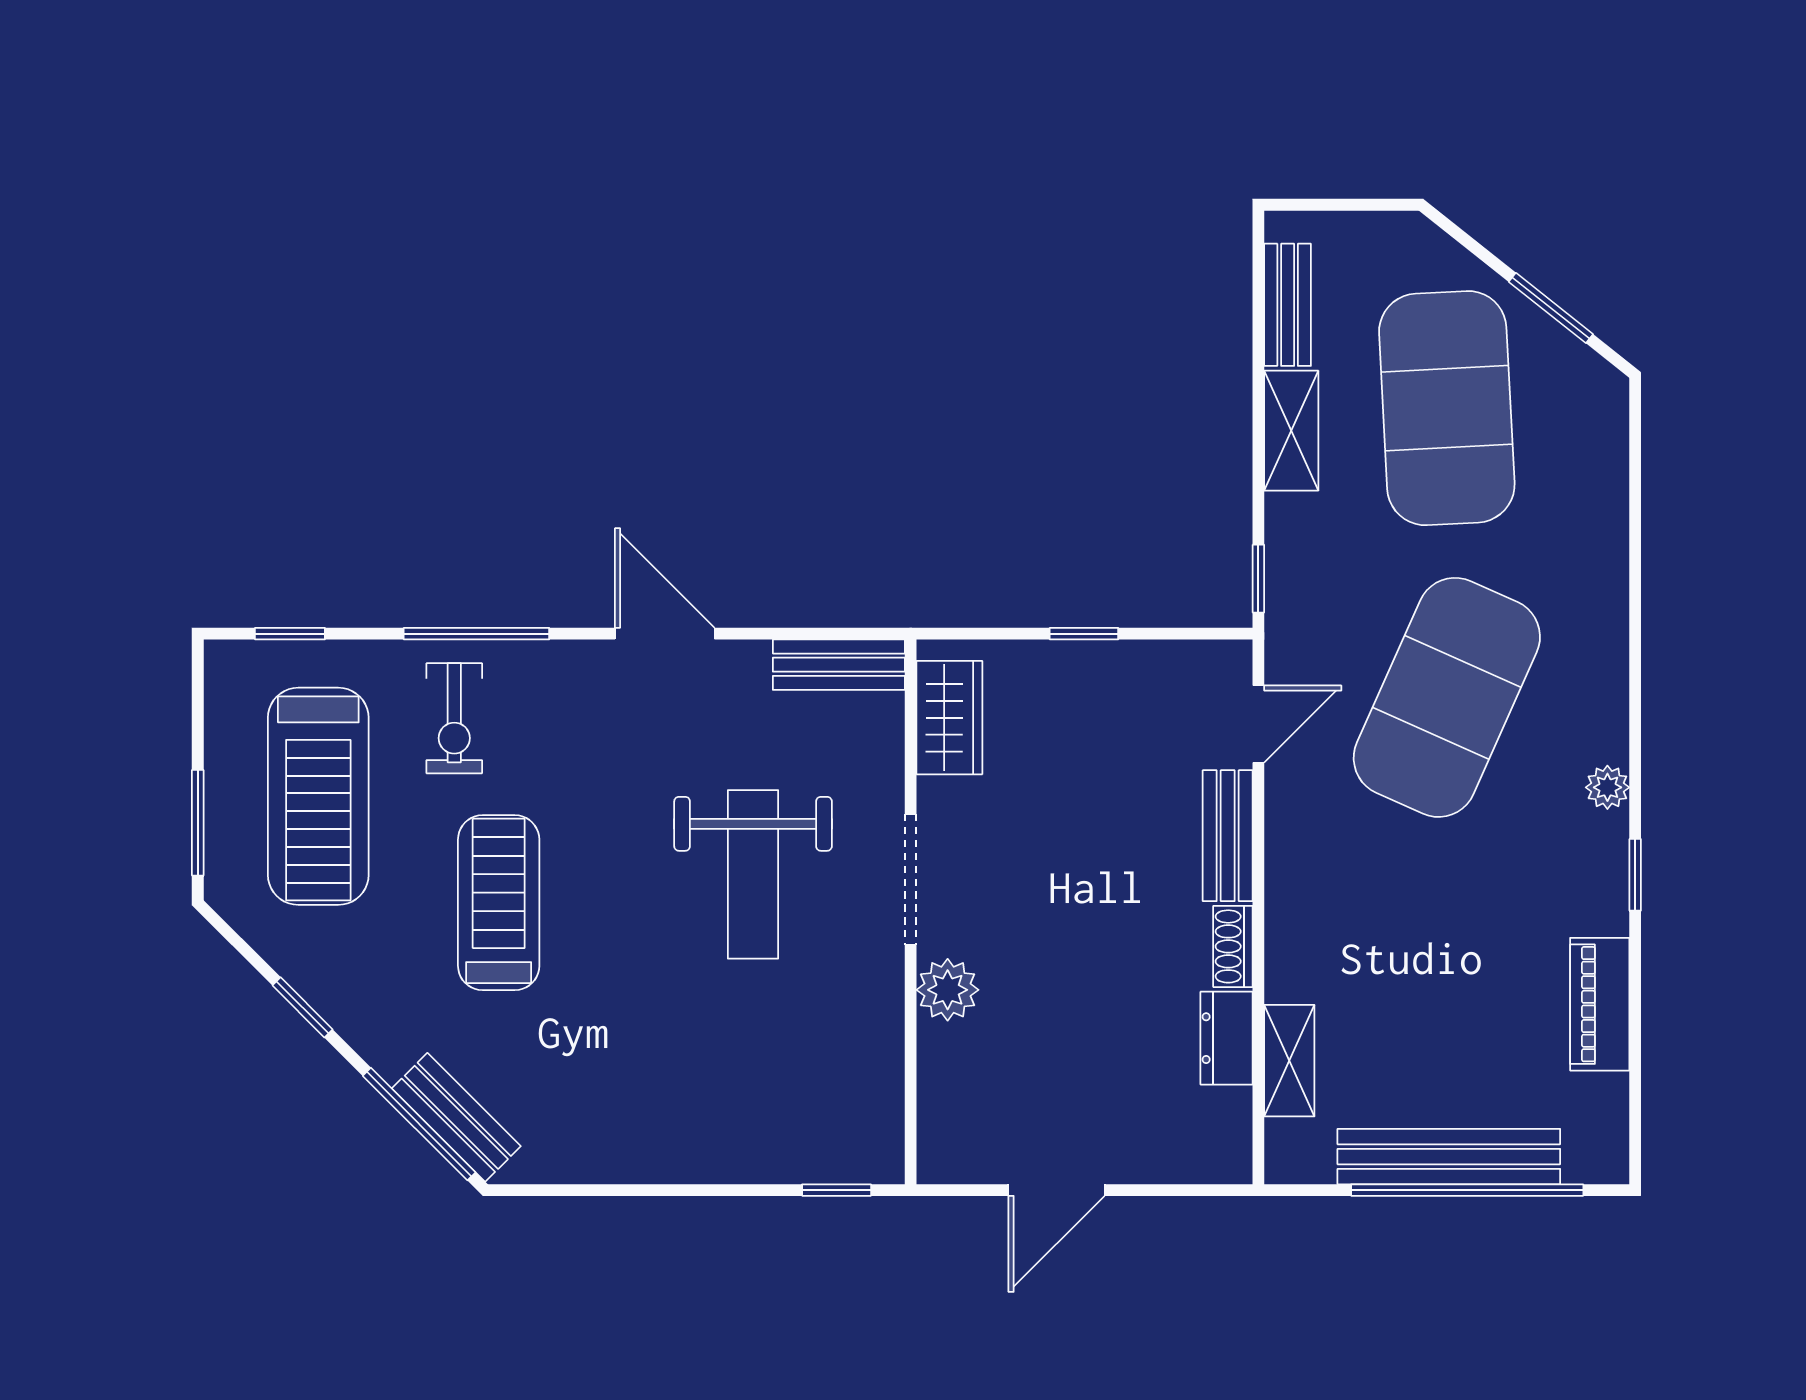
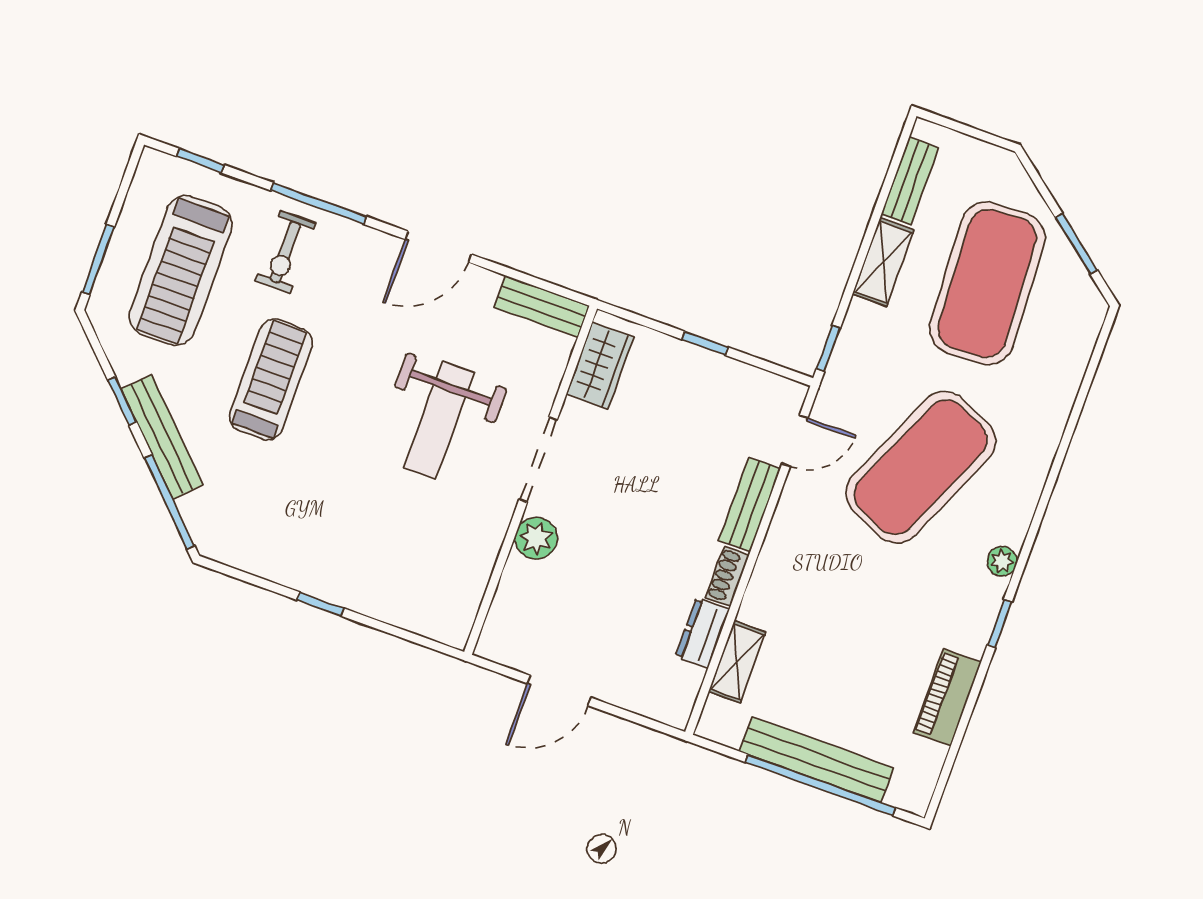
door: (665, 634) -> (438, 247), swing flipped
bench: (456, 1117) -> (162, 437), moved, width x1.36
window: (837, 1190) -> (320, 604), moved

